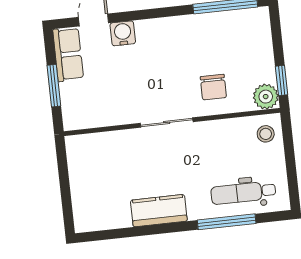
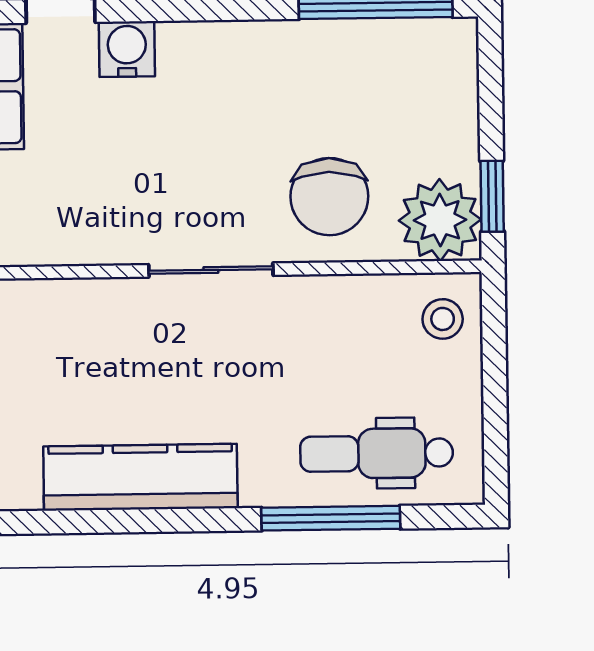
chair: (213, 87) -> (329, 197), width x1.37, depth x1.37
plant: (266, 97) -> (440, 220), width x1.36, depth x1.36
kitchen counter: (159, 211) -> (140, 477), width x1.50

